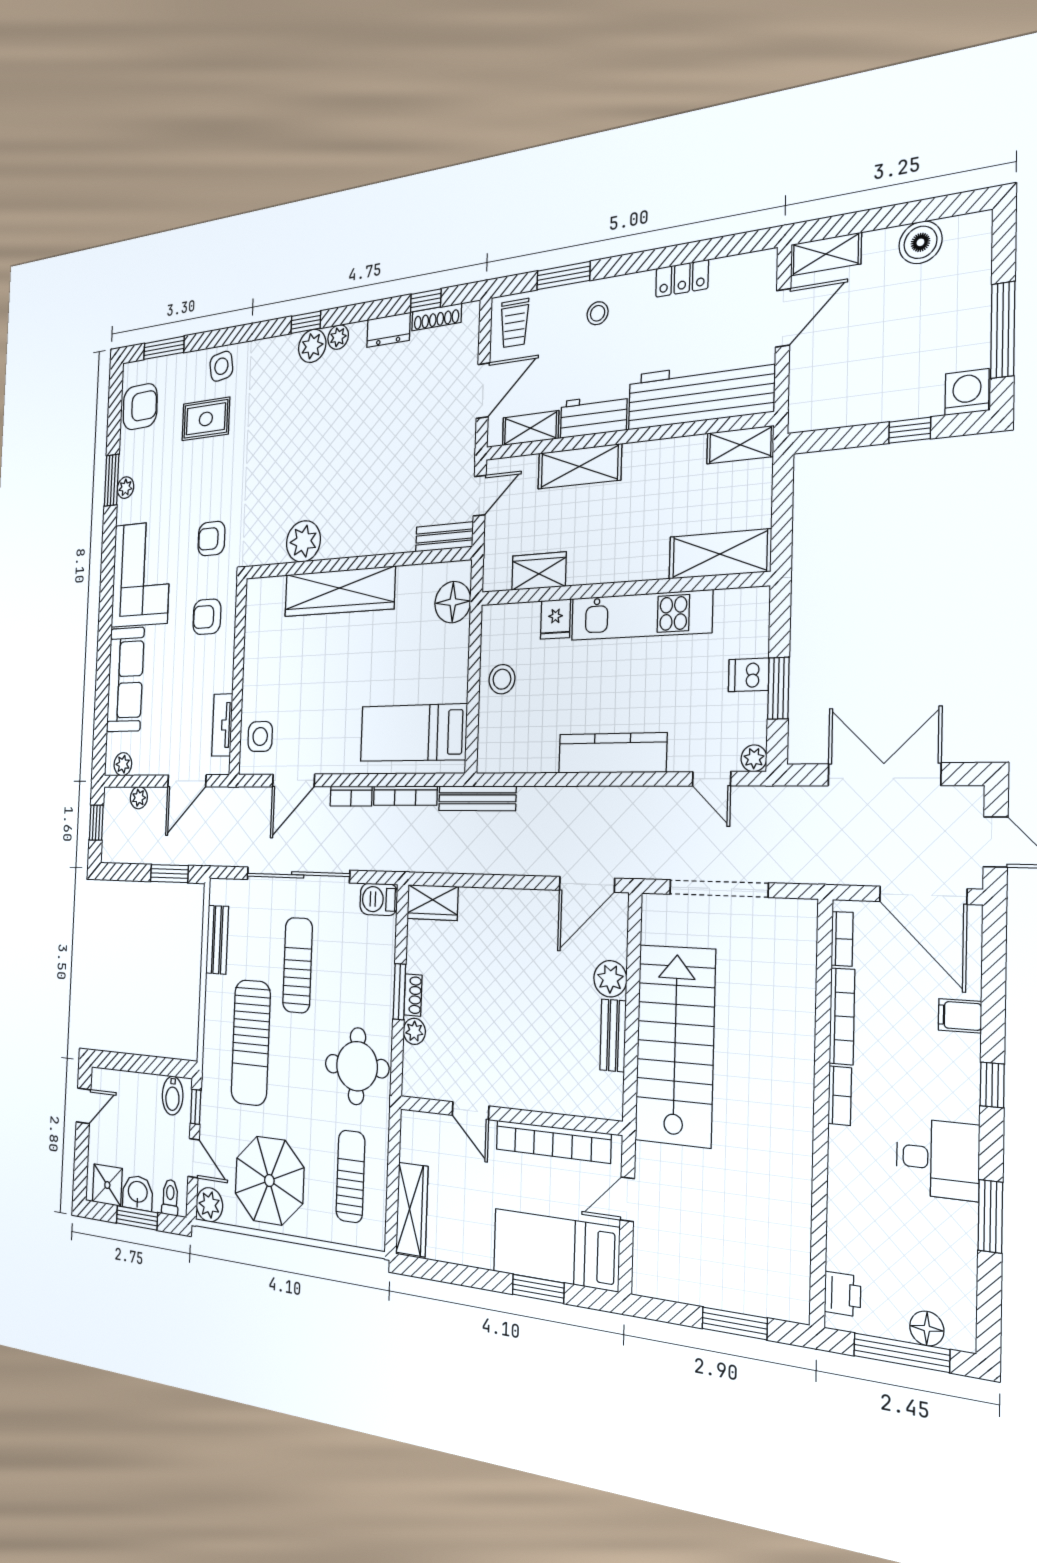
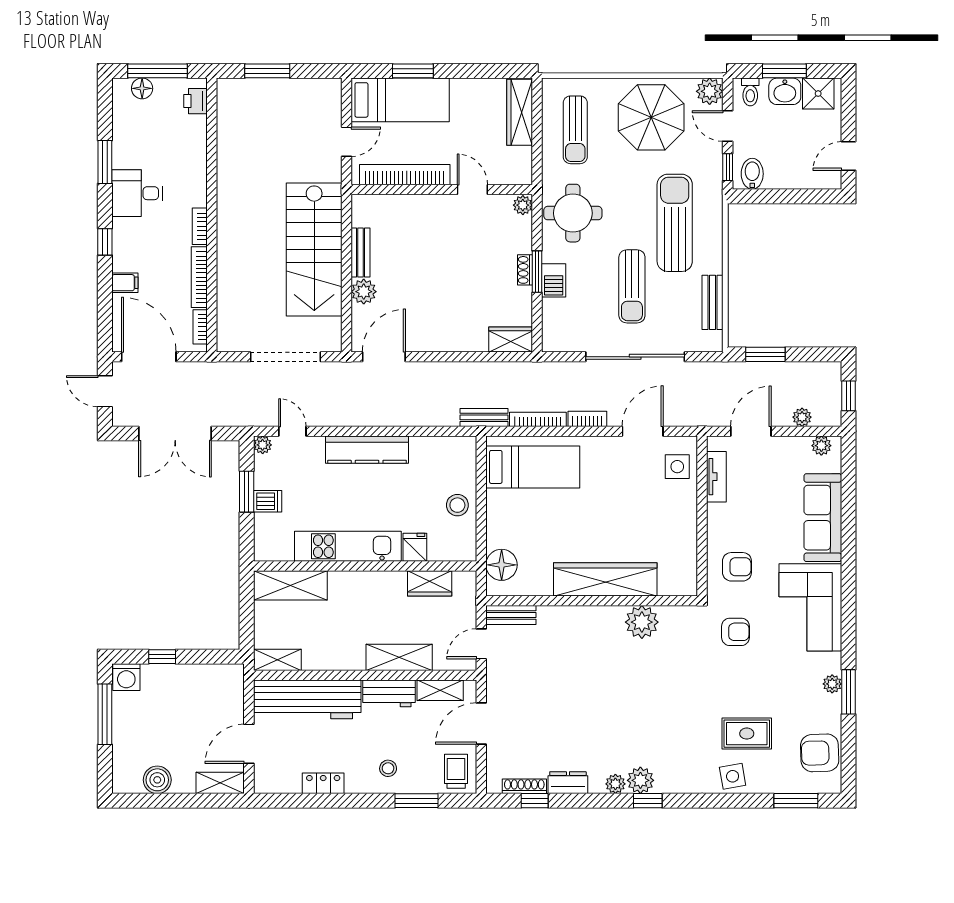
bench: (477, 798) -> (484, 417), width x0.73
barbecue: (379, 899) -> (554, 280), moved, turned 90
plant: (414, 1031) -> (523, 205), moved

